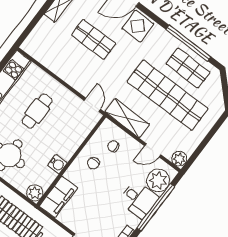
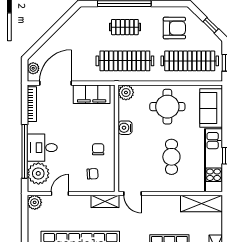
shelving: (41, 53) -> (201, 204), added
shelving: (127, 118) -> (105, 201), width x0.67, depth x0.75
filing cabinet: (58, 197) -> (92, 94), moved, turned -90

